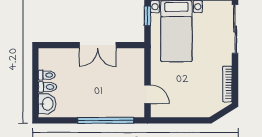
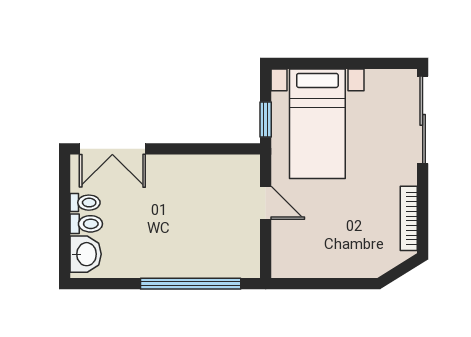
window: (147, 16) -> (266, 119), moved
double door: (98, 45) -> (112, 149), moved
door: (147, 94) -> (266, 203), moved

